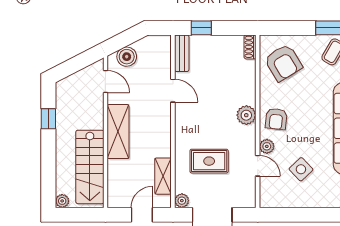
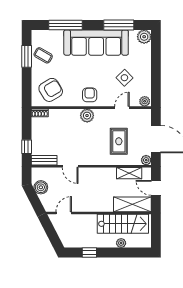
boiler: (127, 57) -> (41, 187), moved
door: (173, 91) -> (70, 166), swing flipped
armchair: (276, 119) -> (90, 95), turned -96
shelving: (118, 132) -> (132, 204), moved
plant: (267, 146) -> (145, 101), moved
plant: (62, 201) -> (121, 243), moved

